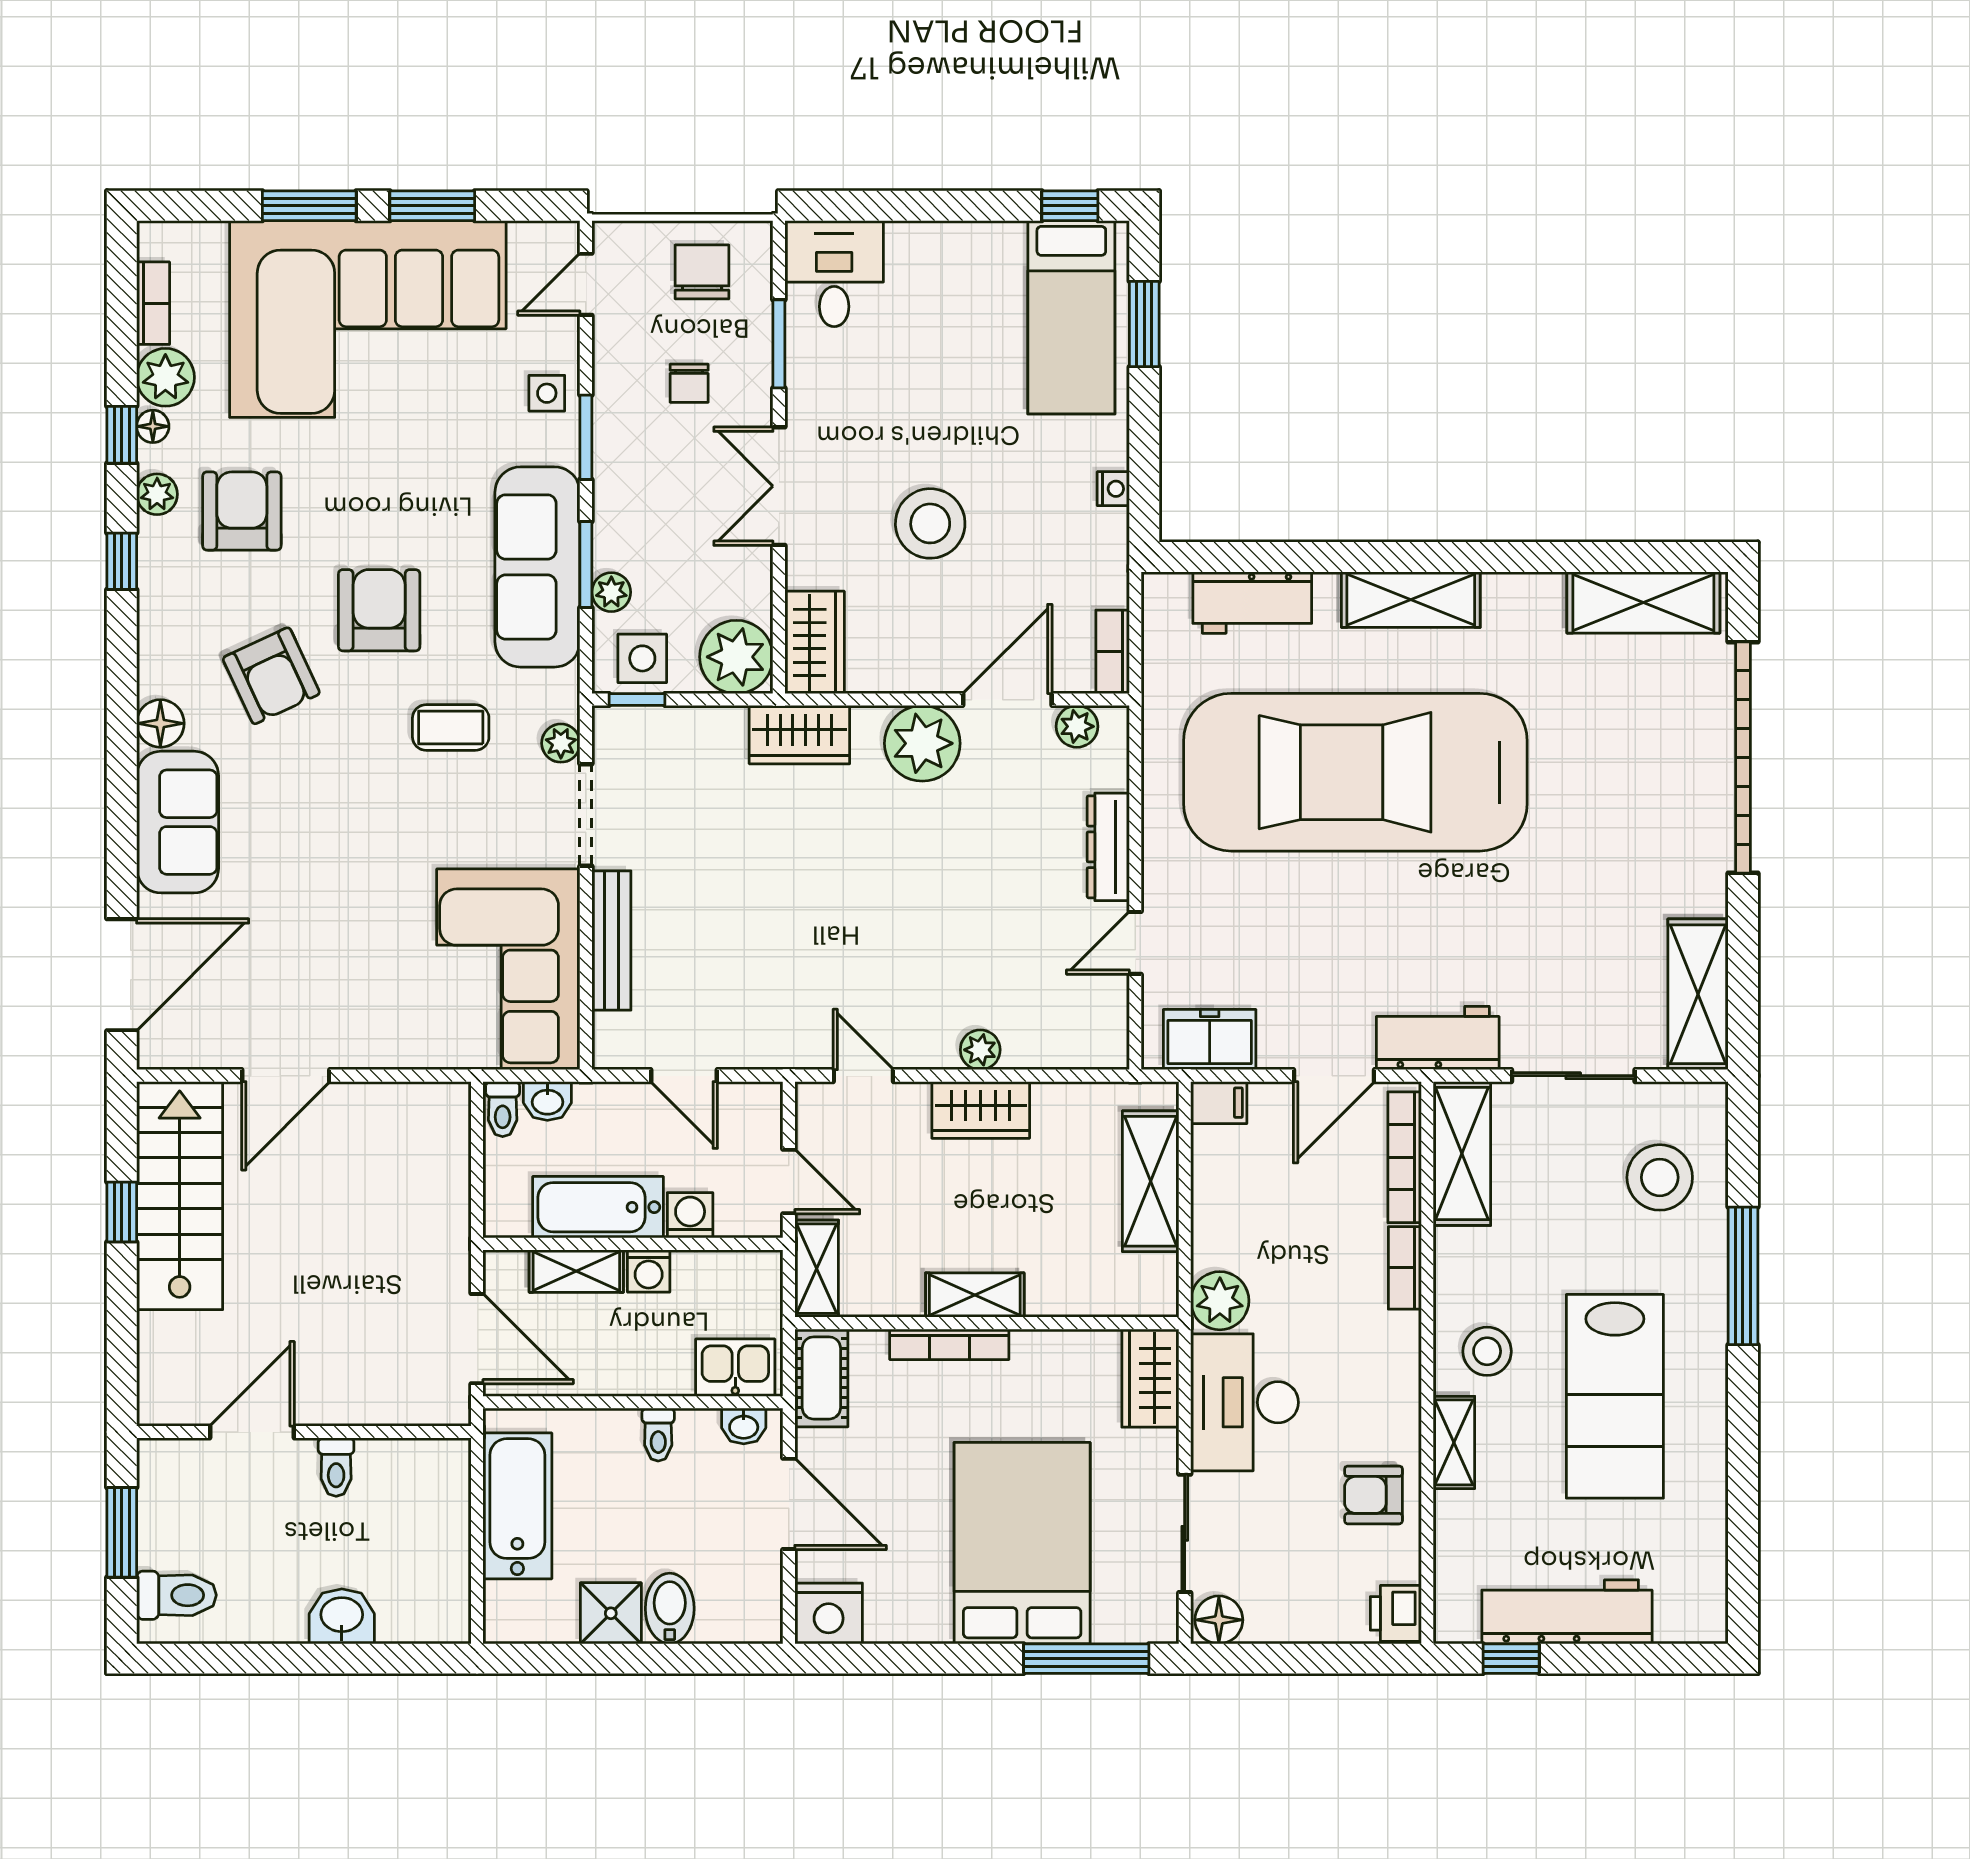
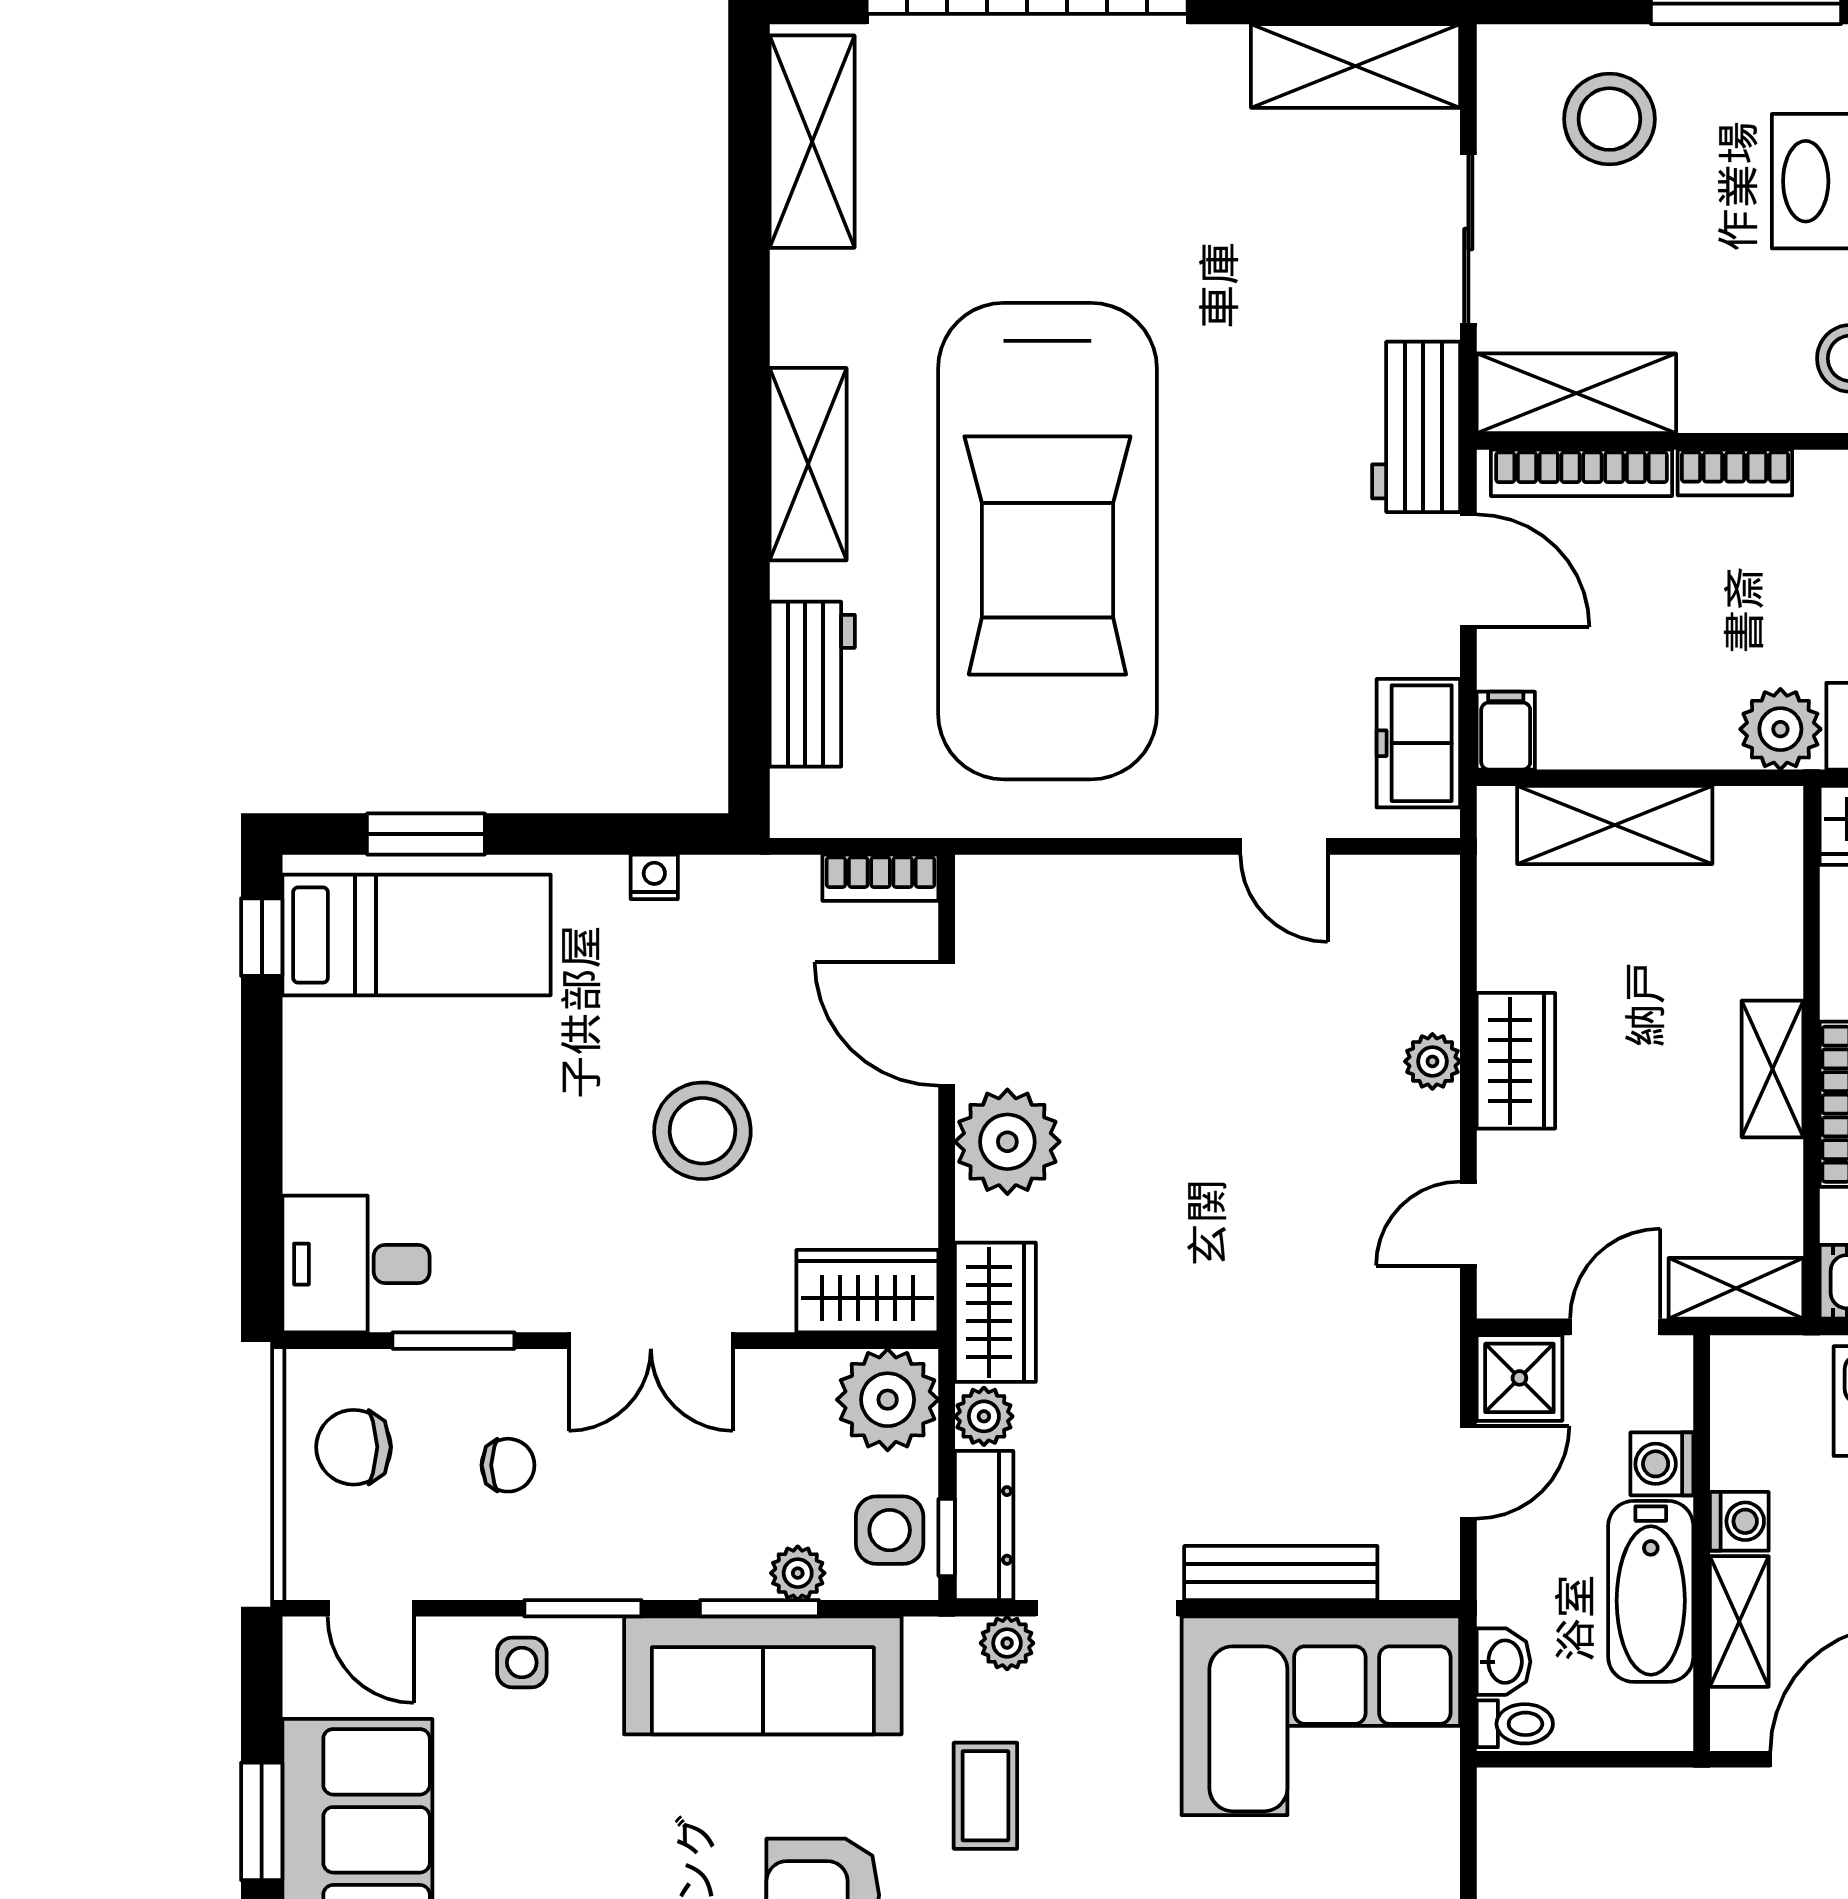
plant: (1077, 726) -> (984, 1416), moved
dresser: (1108, 847) -> (984, 1525), moved, turned -90
shower: (752, 1113) -> (1519, 1378), added

